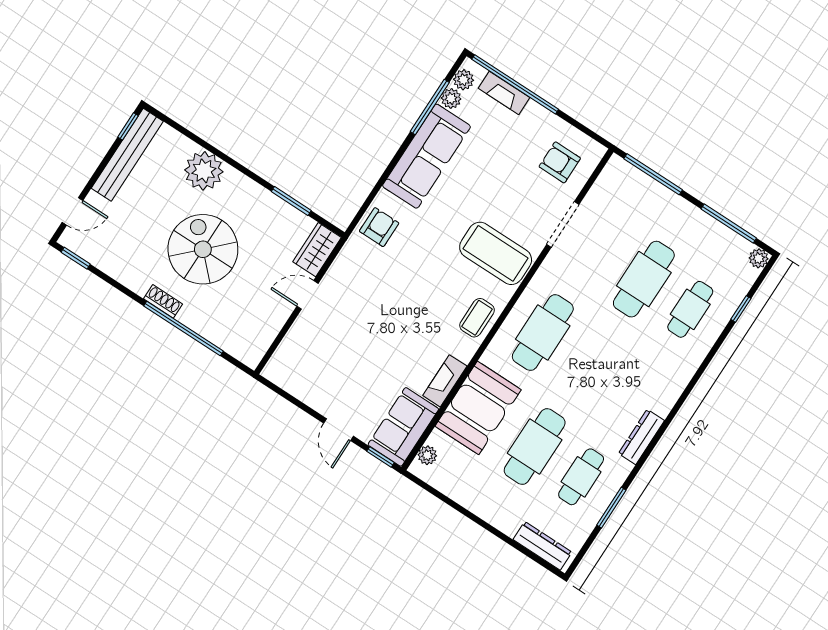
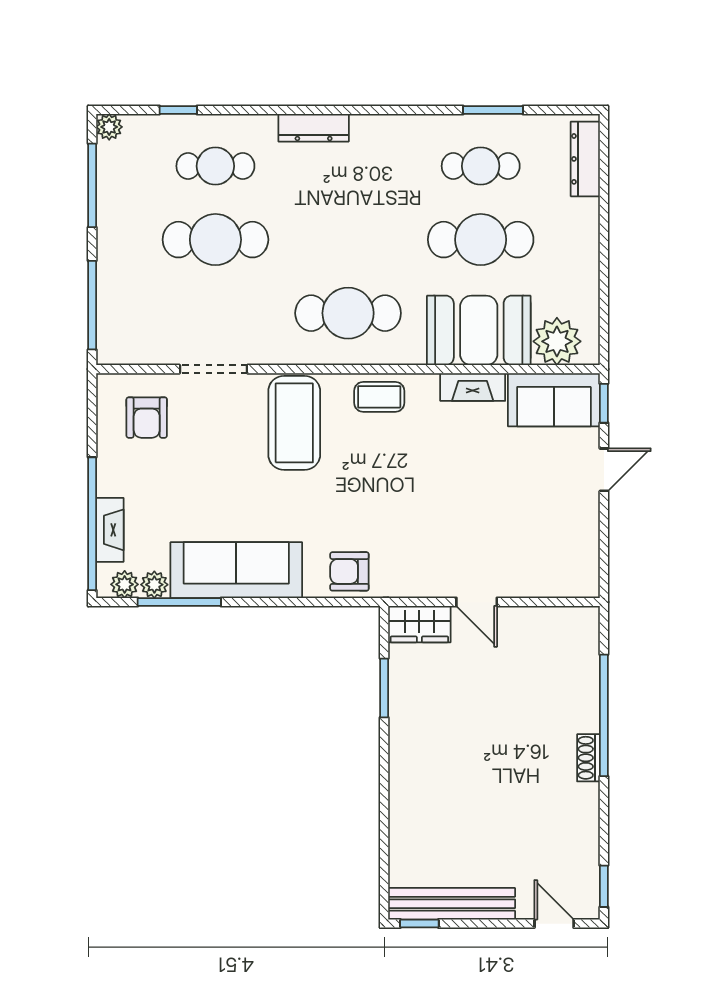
plant: (204, 171) -> (414, 807), removed
spiral stairs: (203, 249) -> (502, 751), removed
dresser: (641, 437) -> (314, 128), moved
plant: (427, 455) -> (557, 341), width x1.87, depth x1.87

